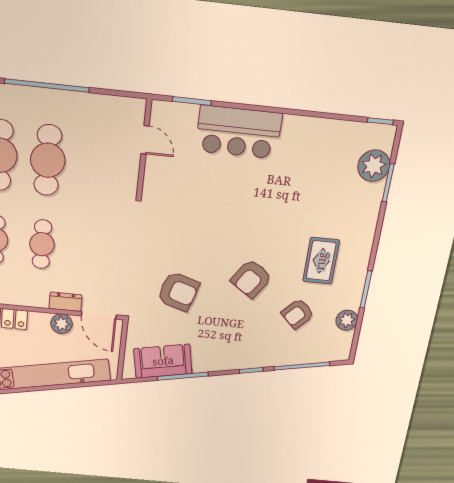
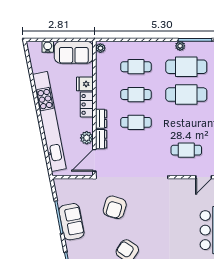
cafe table: (48, 160) -> (186, 150), moved, width x0.73, depth x0.74
dresser: (32, 299) -> (101, 119), added
sofa: (163, 361) -> (71, 222), moved

